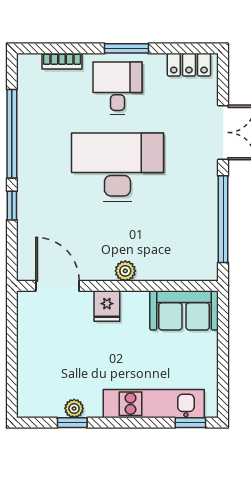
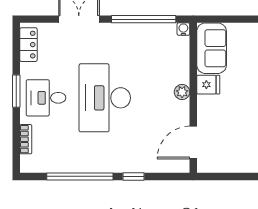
water cooler: (210, 273) -> (183, 29), added
fridge: (107, 306) -> (208, 85), moved

